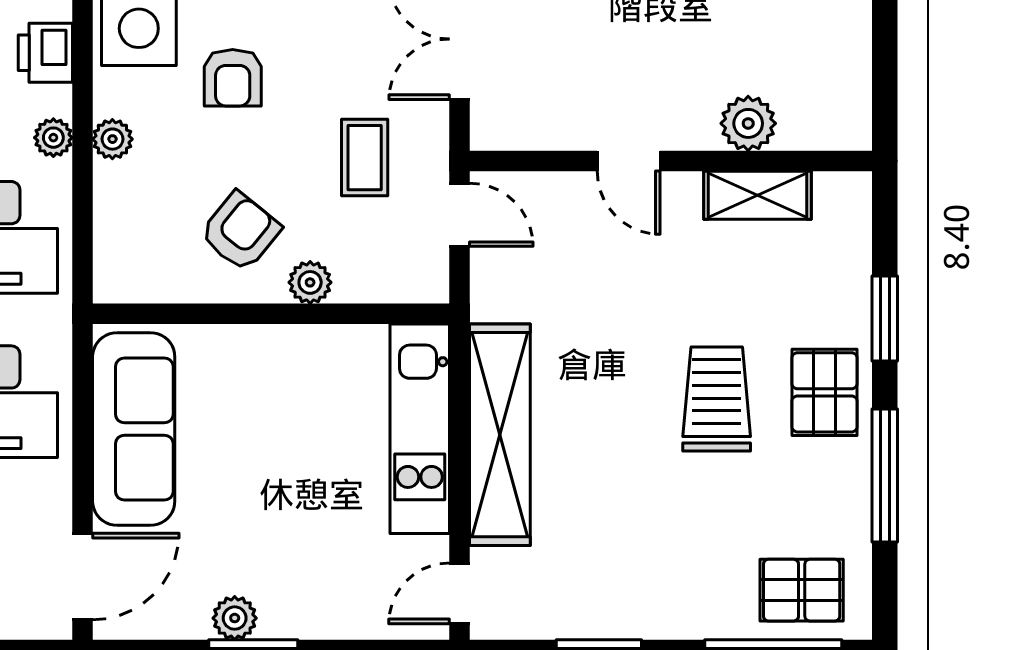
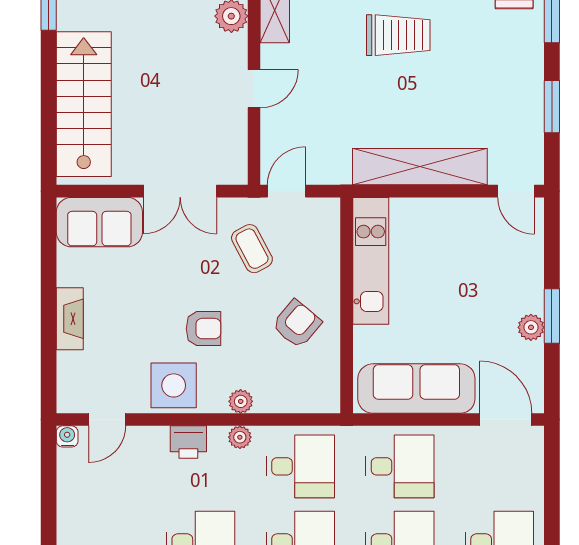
coffee table: (365, 158) -> (252, 249), turned 62
armchair: (240, 232) -> (297, 324), turned 91
plant: (310, 282) -> (328, 282), removed
trolley: (717, 399) -> (398, 35), turned 180
kitchen unit: (420, 429) -> (371, 261), moved, turned -90

